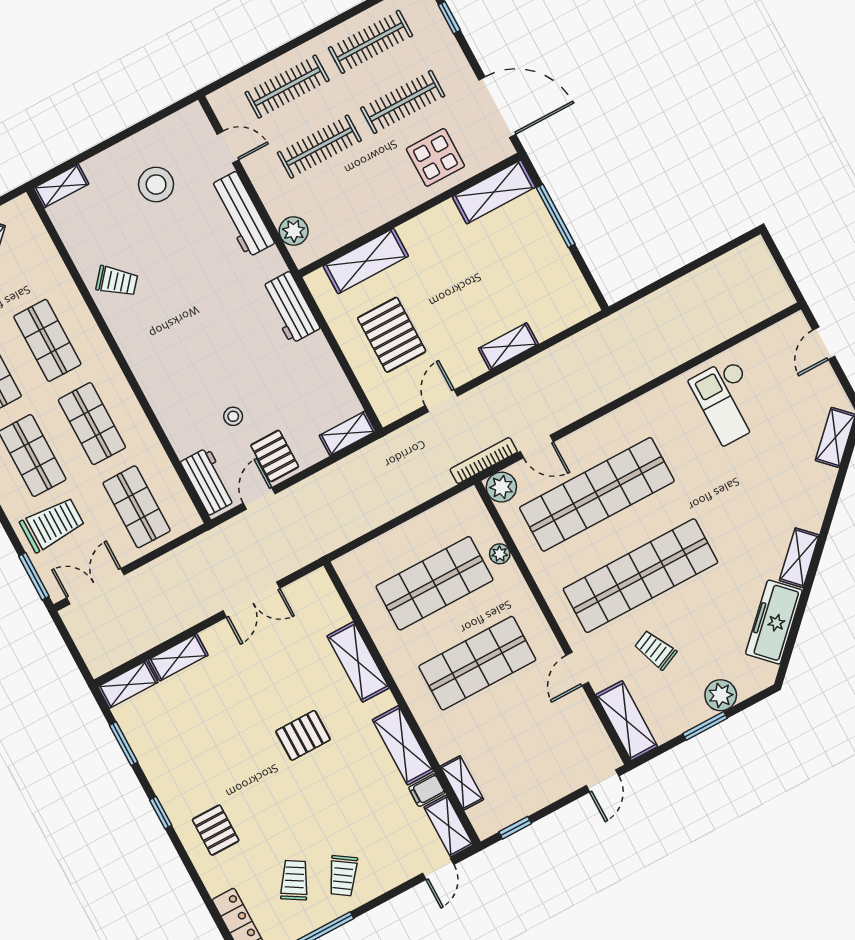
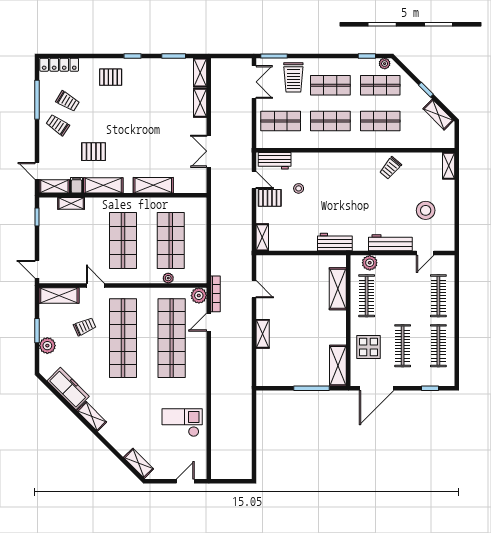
clothes rail: (319, 147) -> (367, 296), moved
pallet: (392, 335) -> (297, 282), removed
door: (824, 343) -> (185, 481), hinge flipped
pallet: (303, 735) -> (94, 152), moved, turned 90

